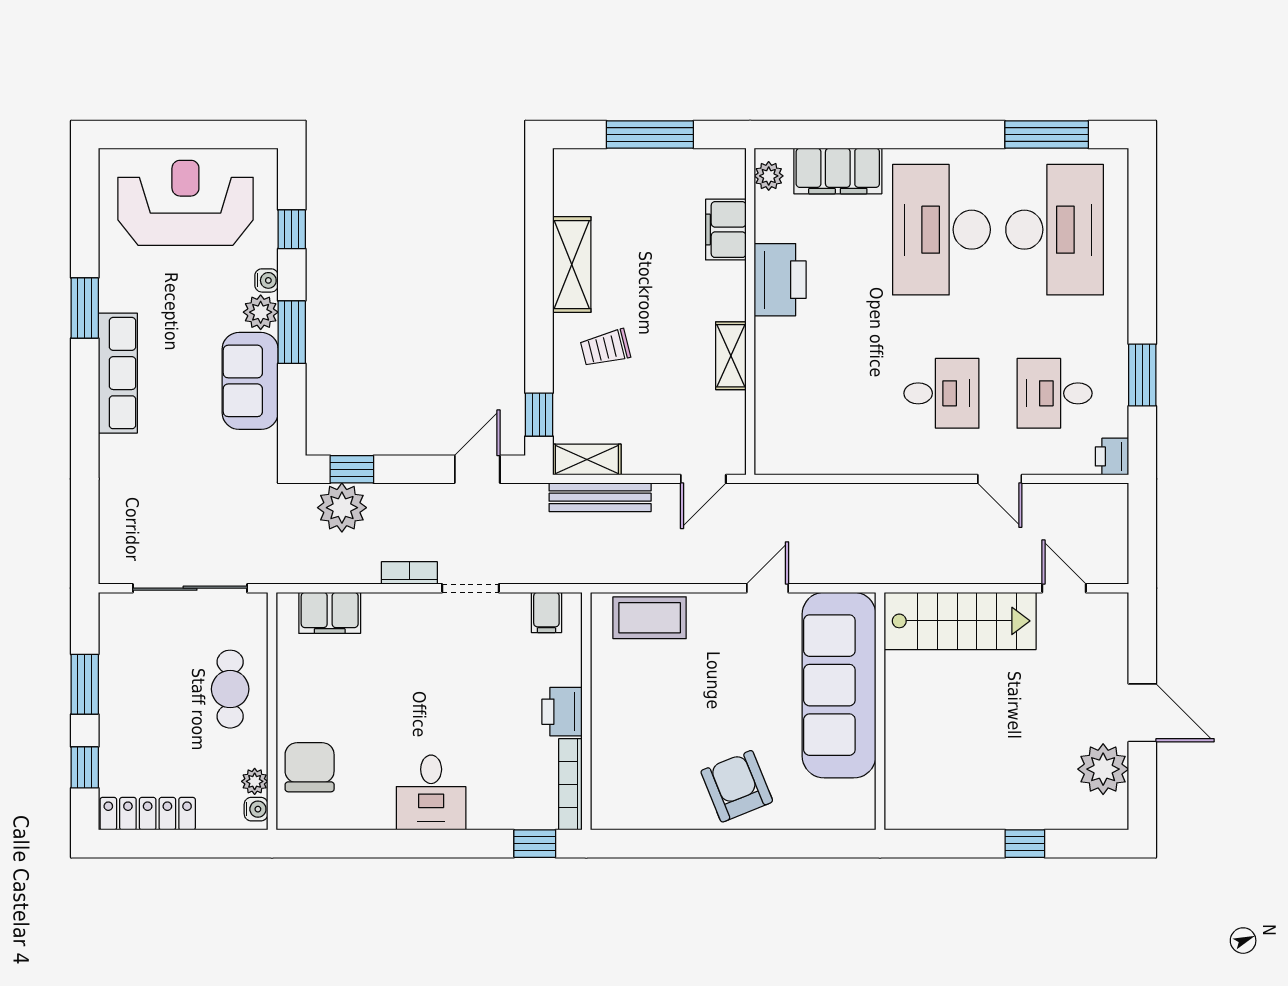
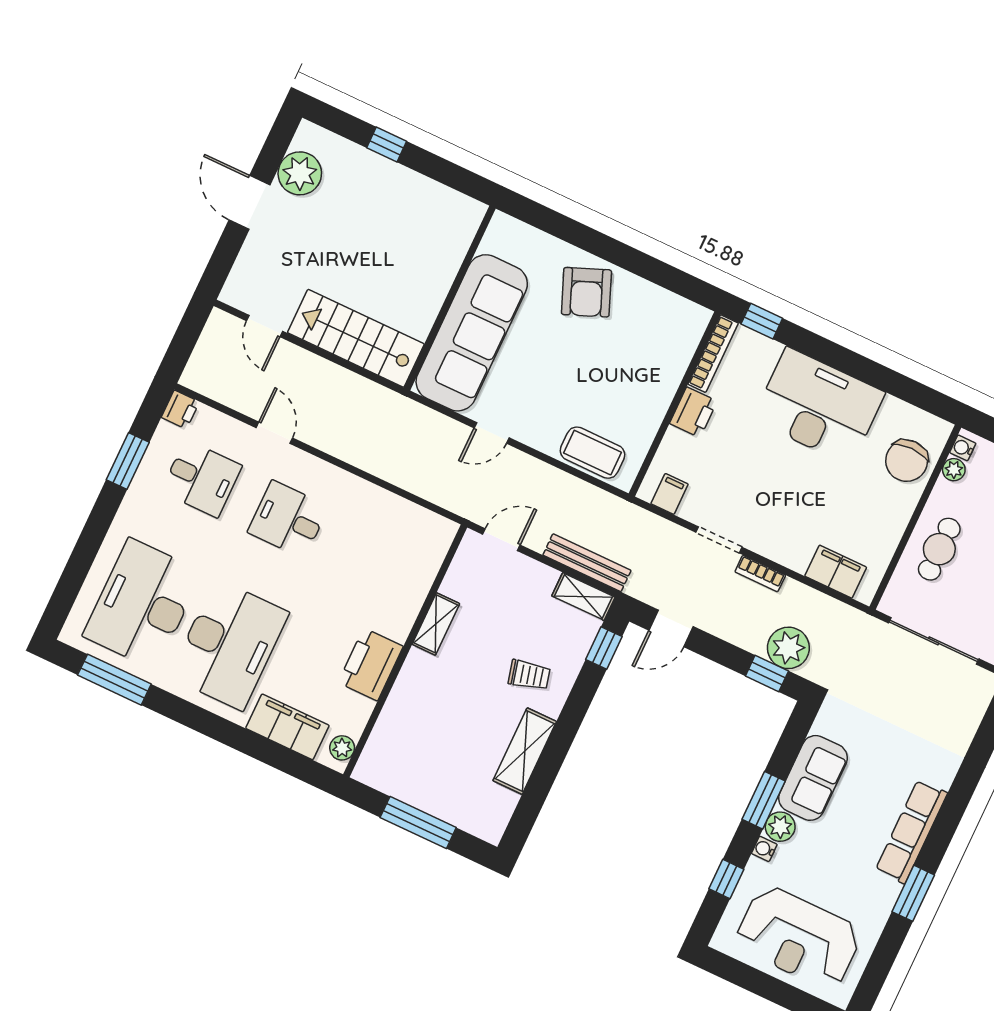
filing cabinet: (726, 230) -> (394, 722), removed
desk: (431, 793) -> (819, 406), width x1.87, depth x1.30

